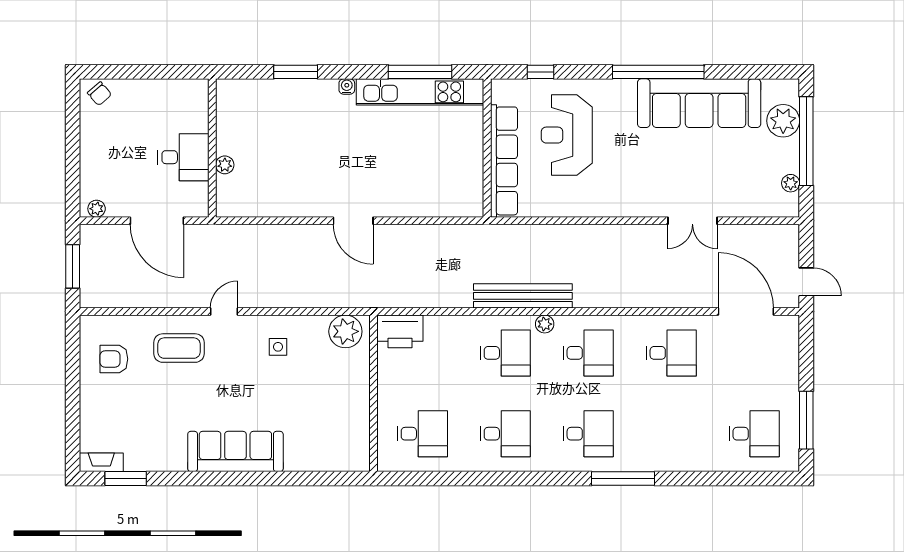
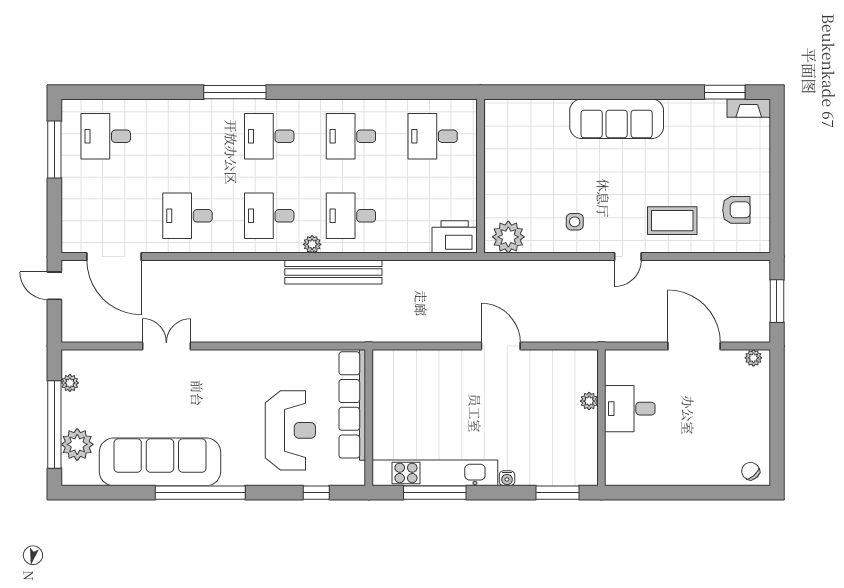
wall: (212, 148) -> (601, 418), moved
desk: (183, 157) -> (630, 409), moved
plant: (225, 165) -> (589, 401), moved

